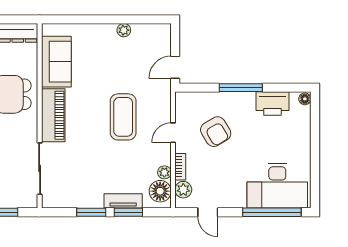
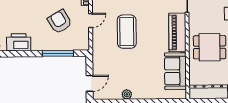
door: (175, 67) -> (90, 83), moved
window: (241, 88) -> (58, 53), moved

